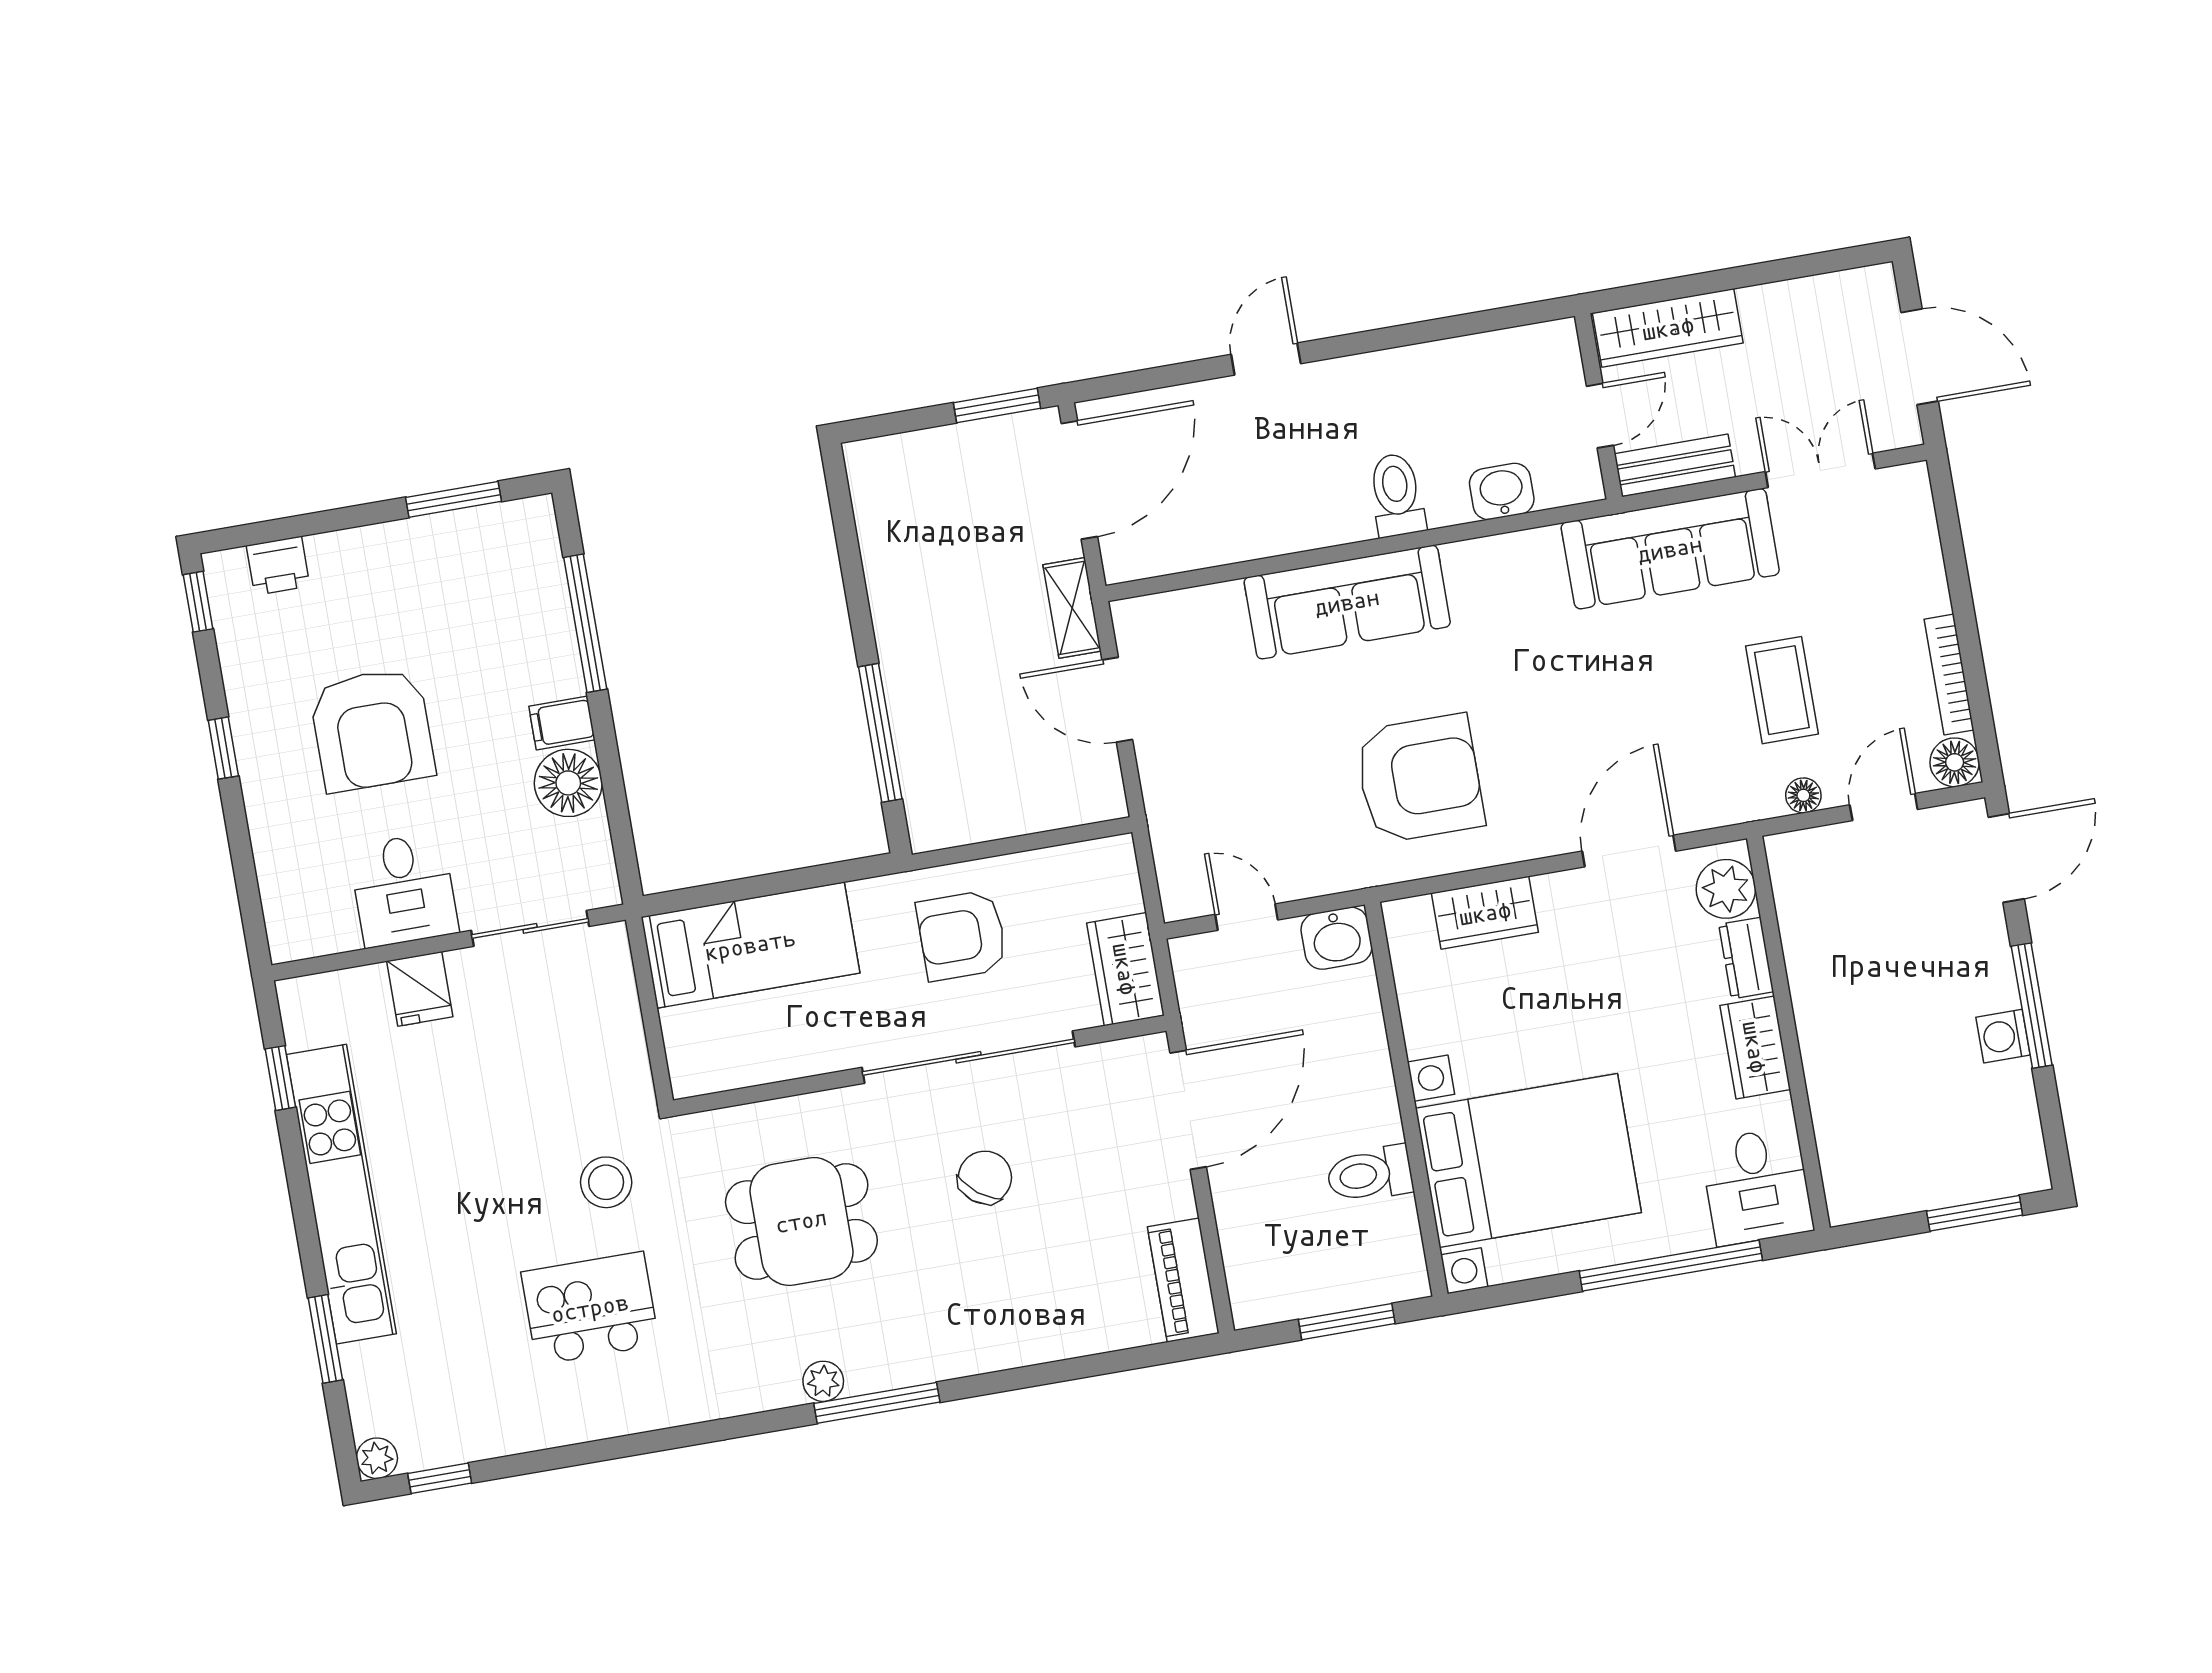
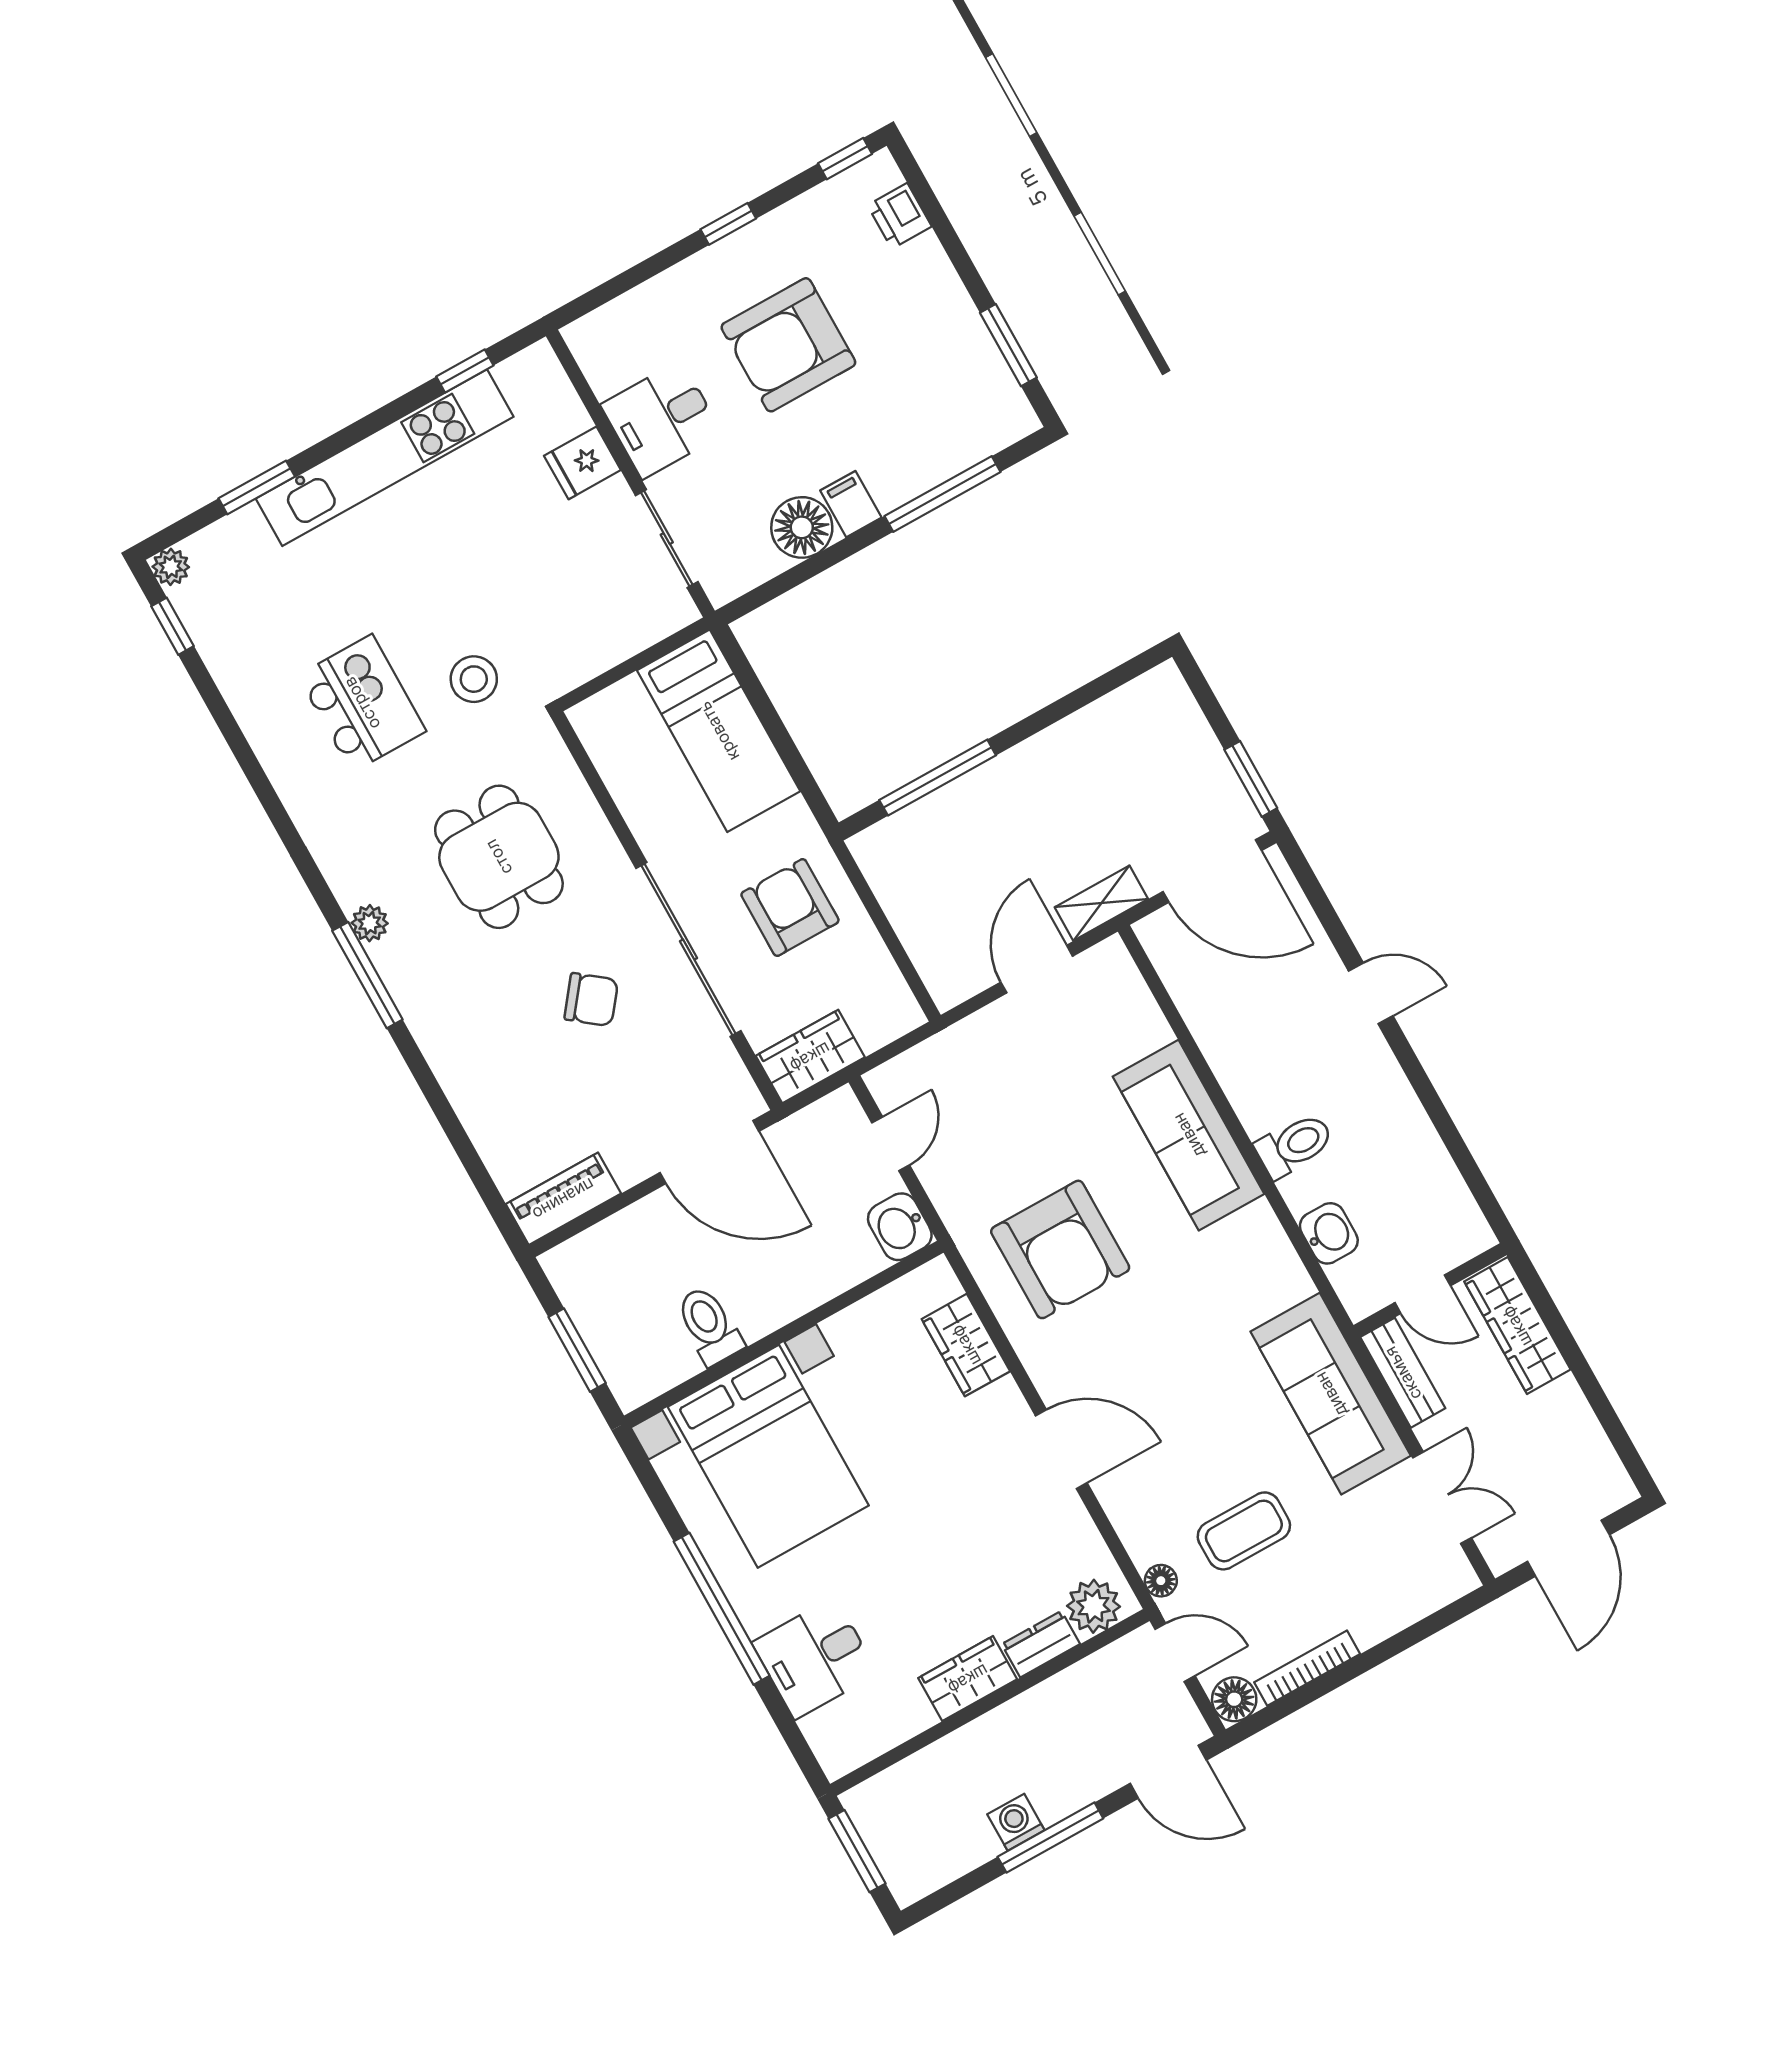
plant: (1726, 889) -> (1094, 1606), moved
dresser: (1746, 958) -> (1041, 1644), moved
wall: (1788, 1033) -> (990, 1703), moved
wardrobe: (1755, 1047) -> (968, 1679), moved

